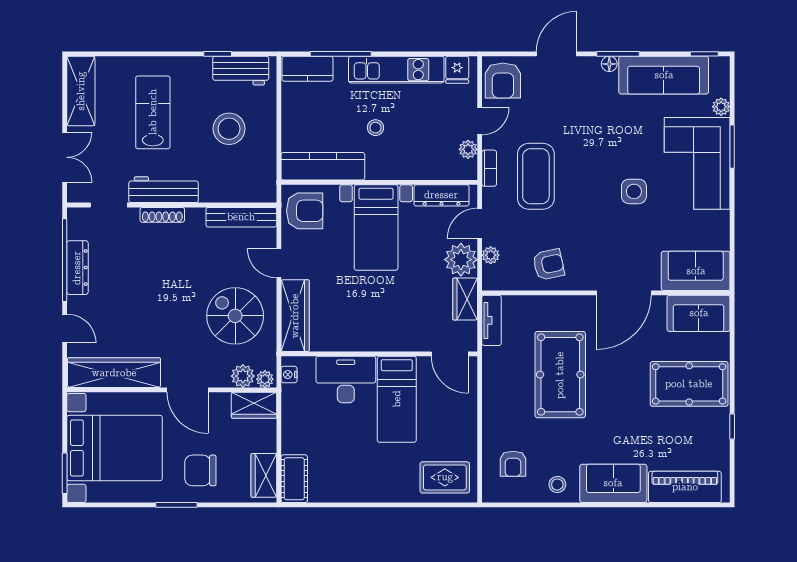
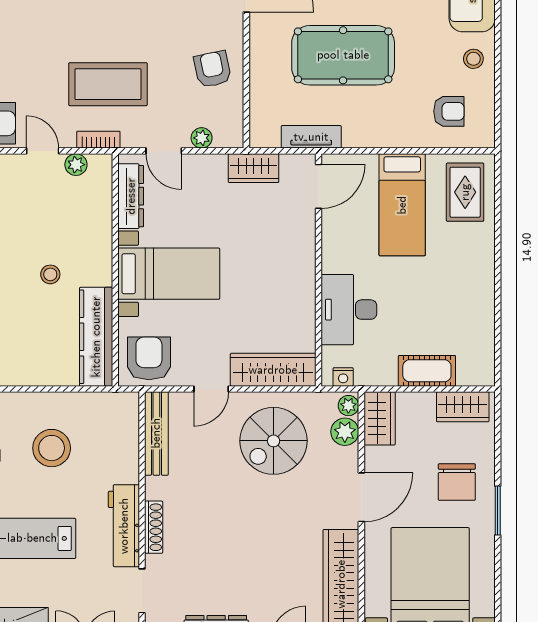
plant: (461, 260) -> (207, 173), removed
tv unit: (492, 320) -> (311, 137), moved
bed: (397, 399) -> (402, 205), moved, turned 90
cot: (294, 479) -> (427, 371), moved

